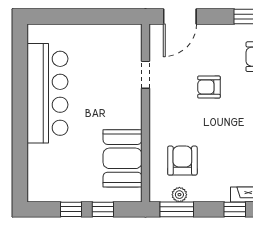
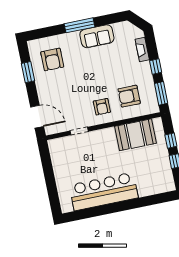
armchair: (209, 87) -> (102, 107), moved
plant: (179, 195) -> (151, 94), removed
window: (235, 209) -> (156, 67), moved

